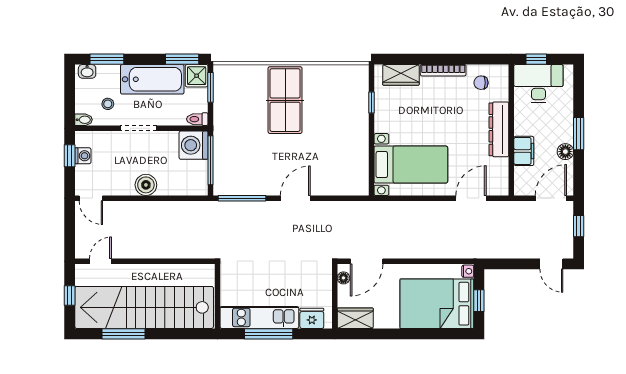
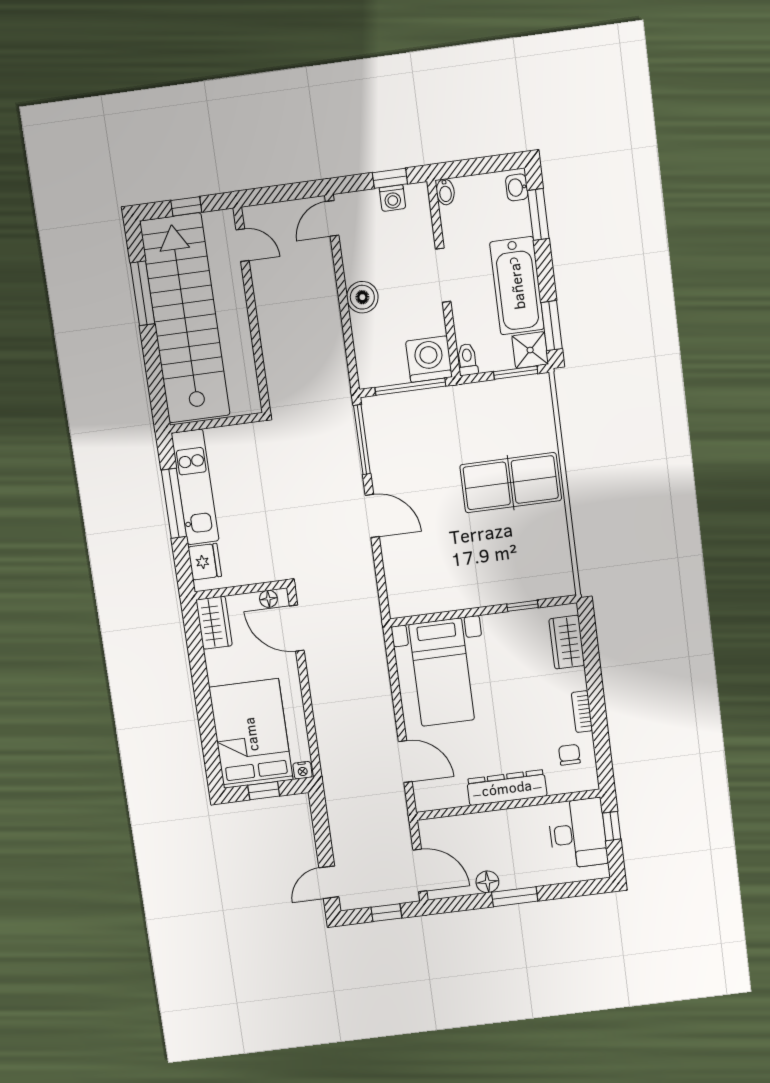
bookcase: (443, 70) -> (582, 712), width x0.64
stool: (108, 104) -> (473, 225), removed
filing cabinet: (524, 151) -> (481, 825), removed

